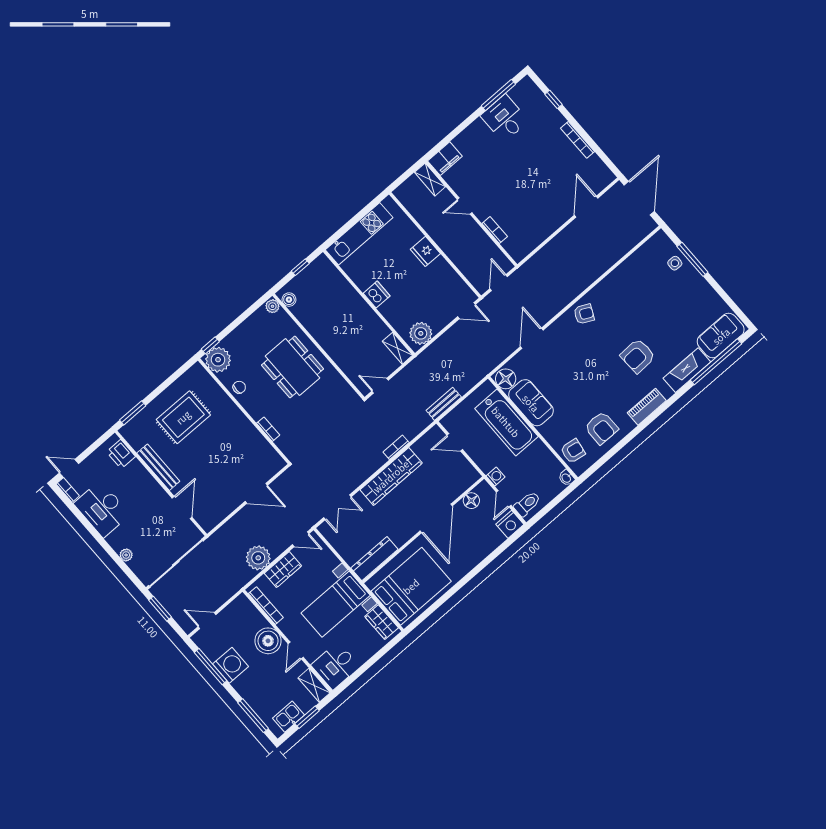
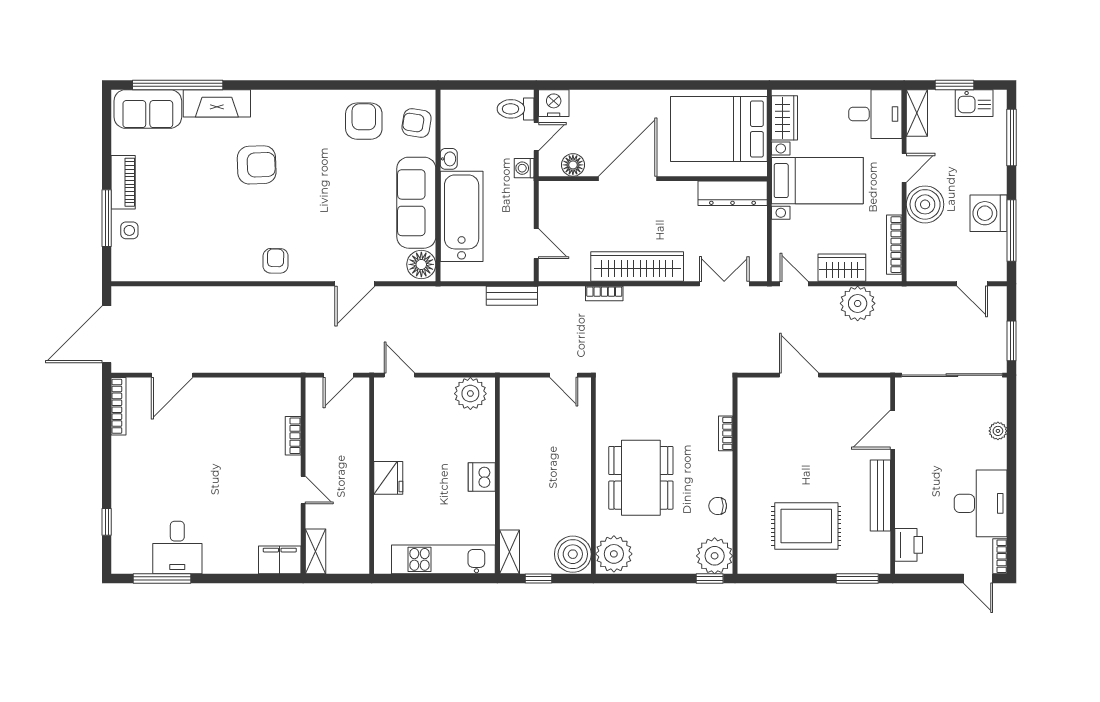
bookcase: (578, 140) -> (119, 406), moved
boiler: (289, 300) -> (573, 554), width x1.86, depth x1.86
plant: (272, 306) -> (614, 554), width x1.88, depth x1.88
armchair: (584, 314) -> (276, 261), turned 65
shelving: (397, 348) -> (510, 552), moved
sofa: (531, 403) -> (416, 203), width x1.36
piano: (647, 407) -> (123, 182), moved, turned -90
washbasin: (566, 478) -> (449, 159), moved

